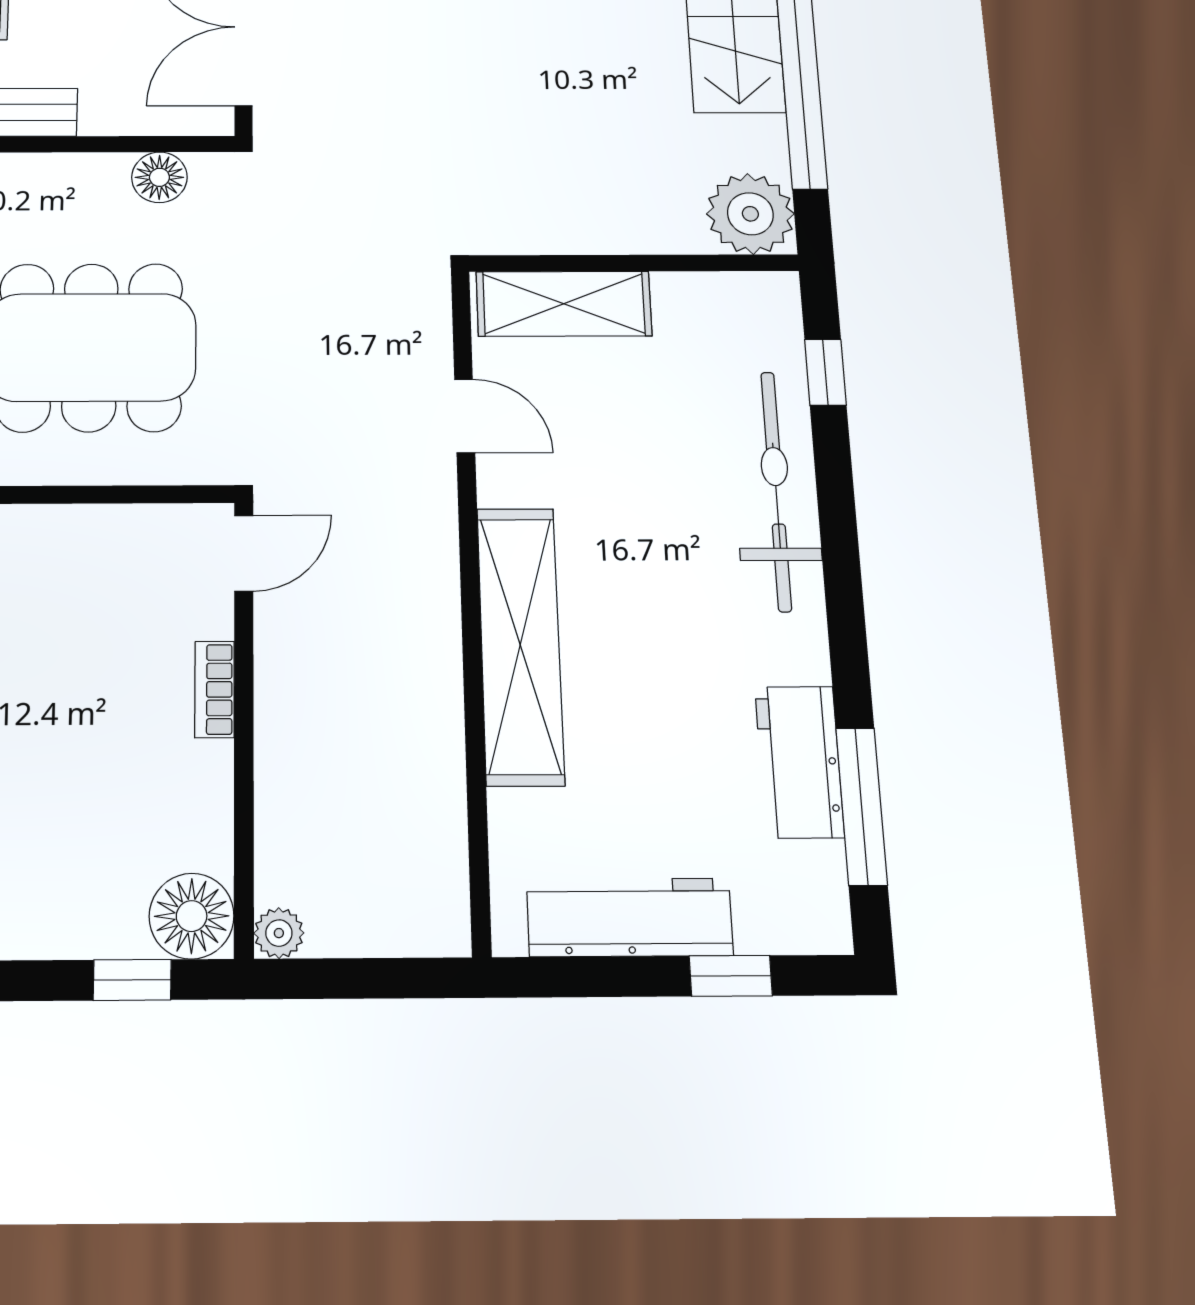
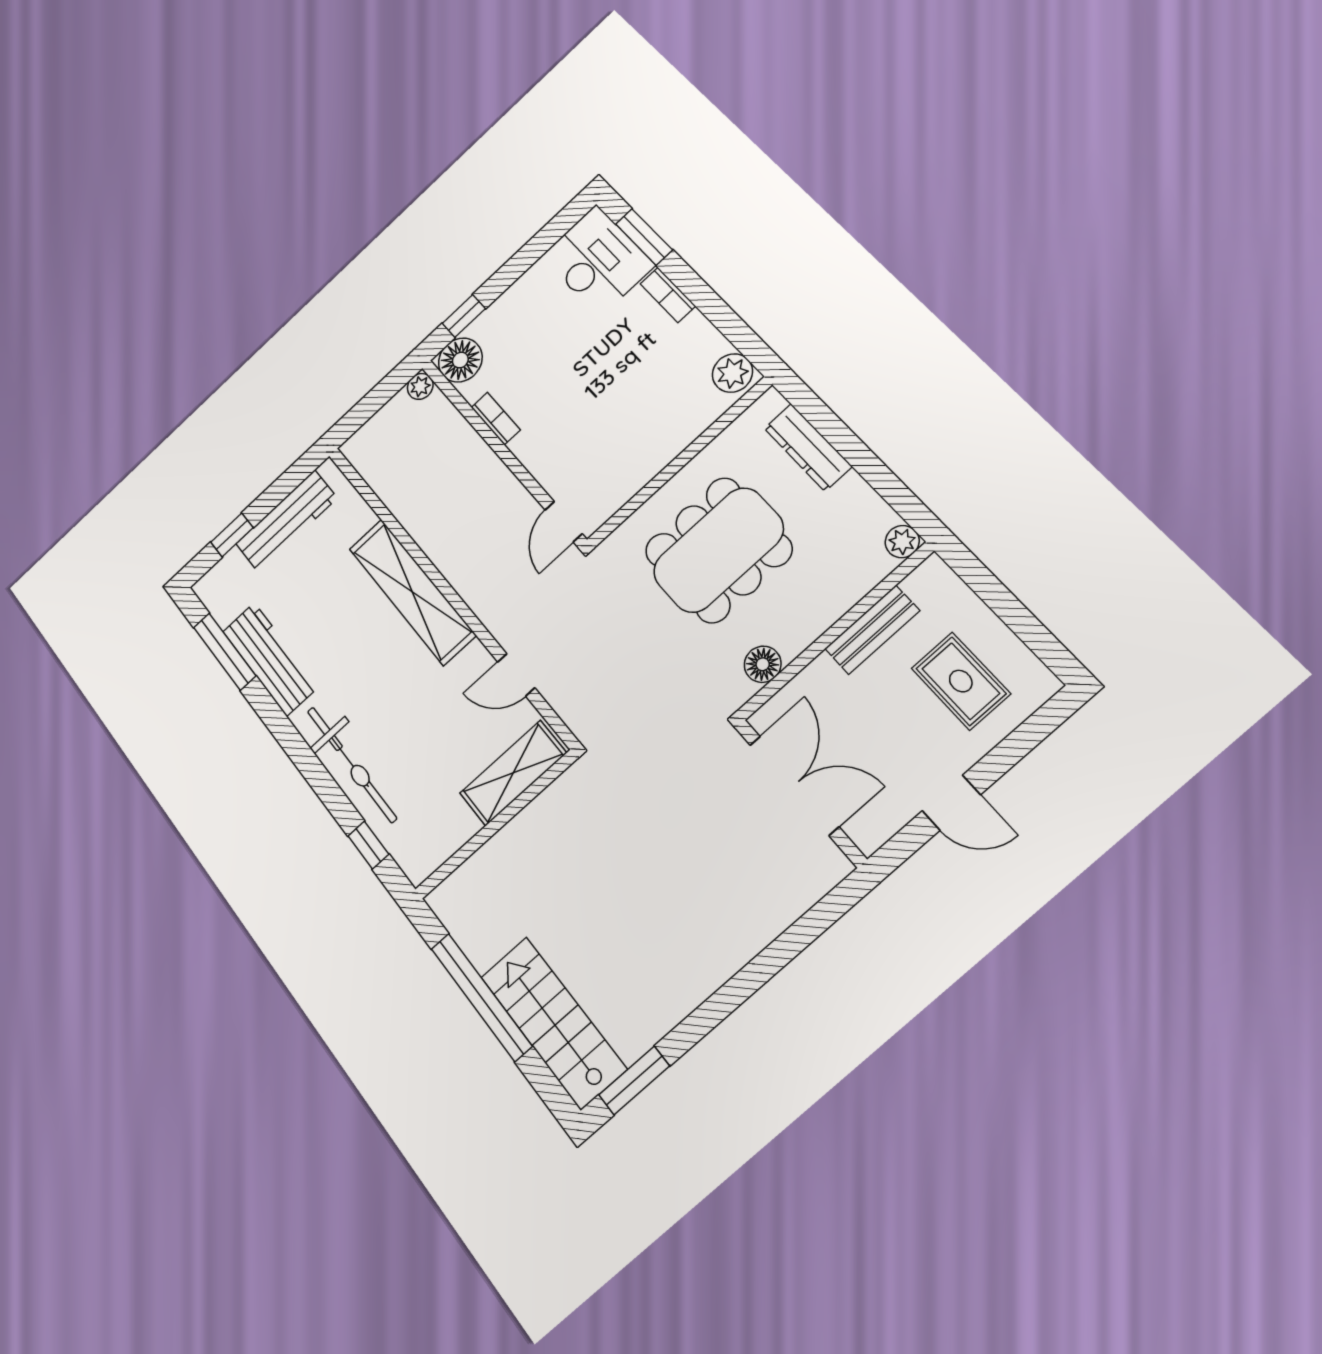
plant: (750, 214) -> (459, 902), removed
bookcase: (215, 689) -> (496, 419), moved
workbench: (799, 762) -> (270, 659), width x1.38

